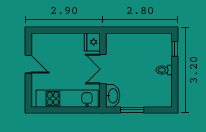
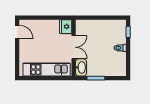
door: (28, 64) -> (17, 32), moved
double door: (103, 69) -> (74, 47), swing flipped

